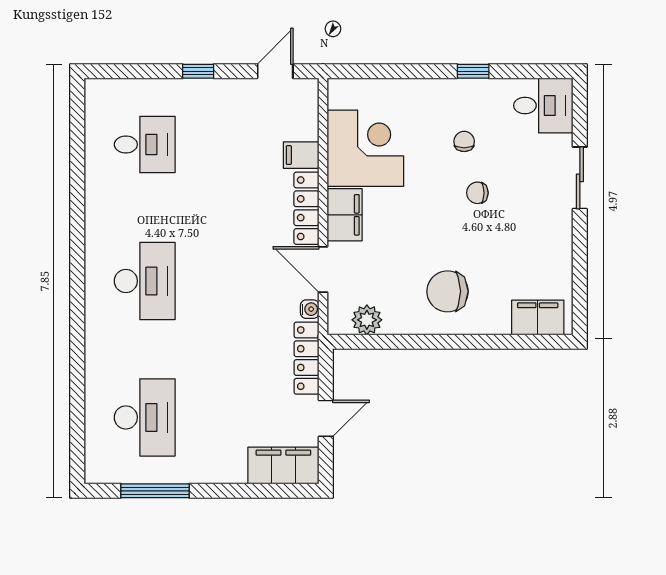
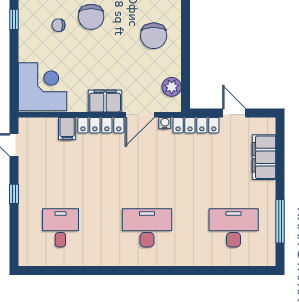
corner desk: (365, 148) -> (43, 87), moved, turned 90
chair: (477, 193) -> (91, 17), width x1.87, depth x1.87
filing cabinet: (283, 466) -> (264, 157), moved

